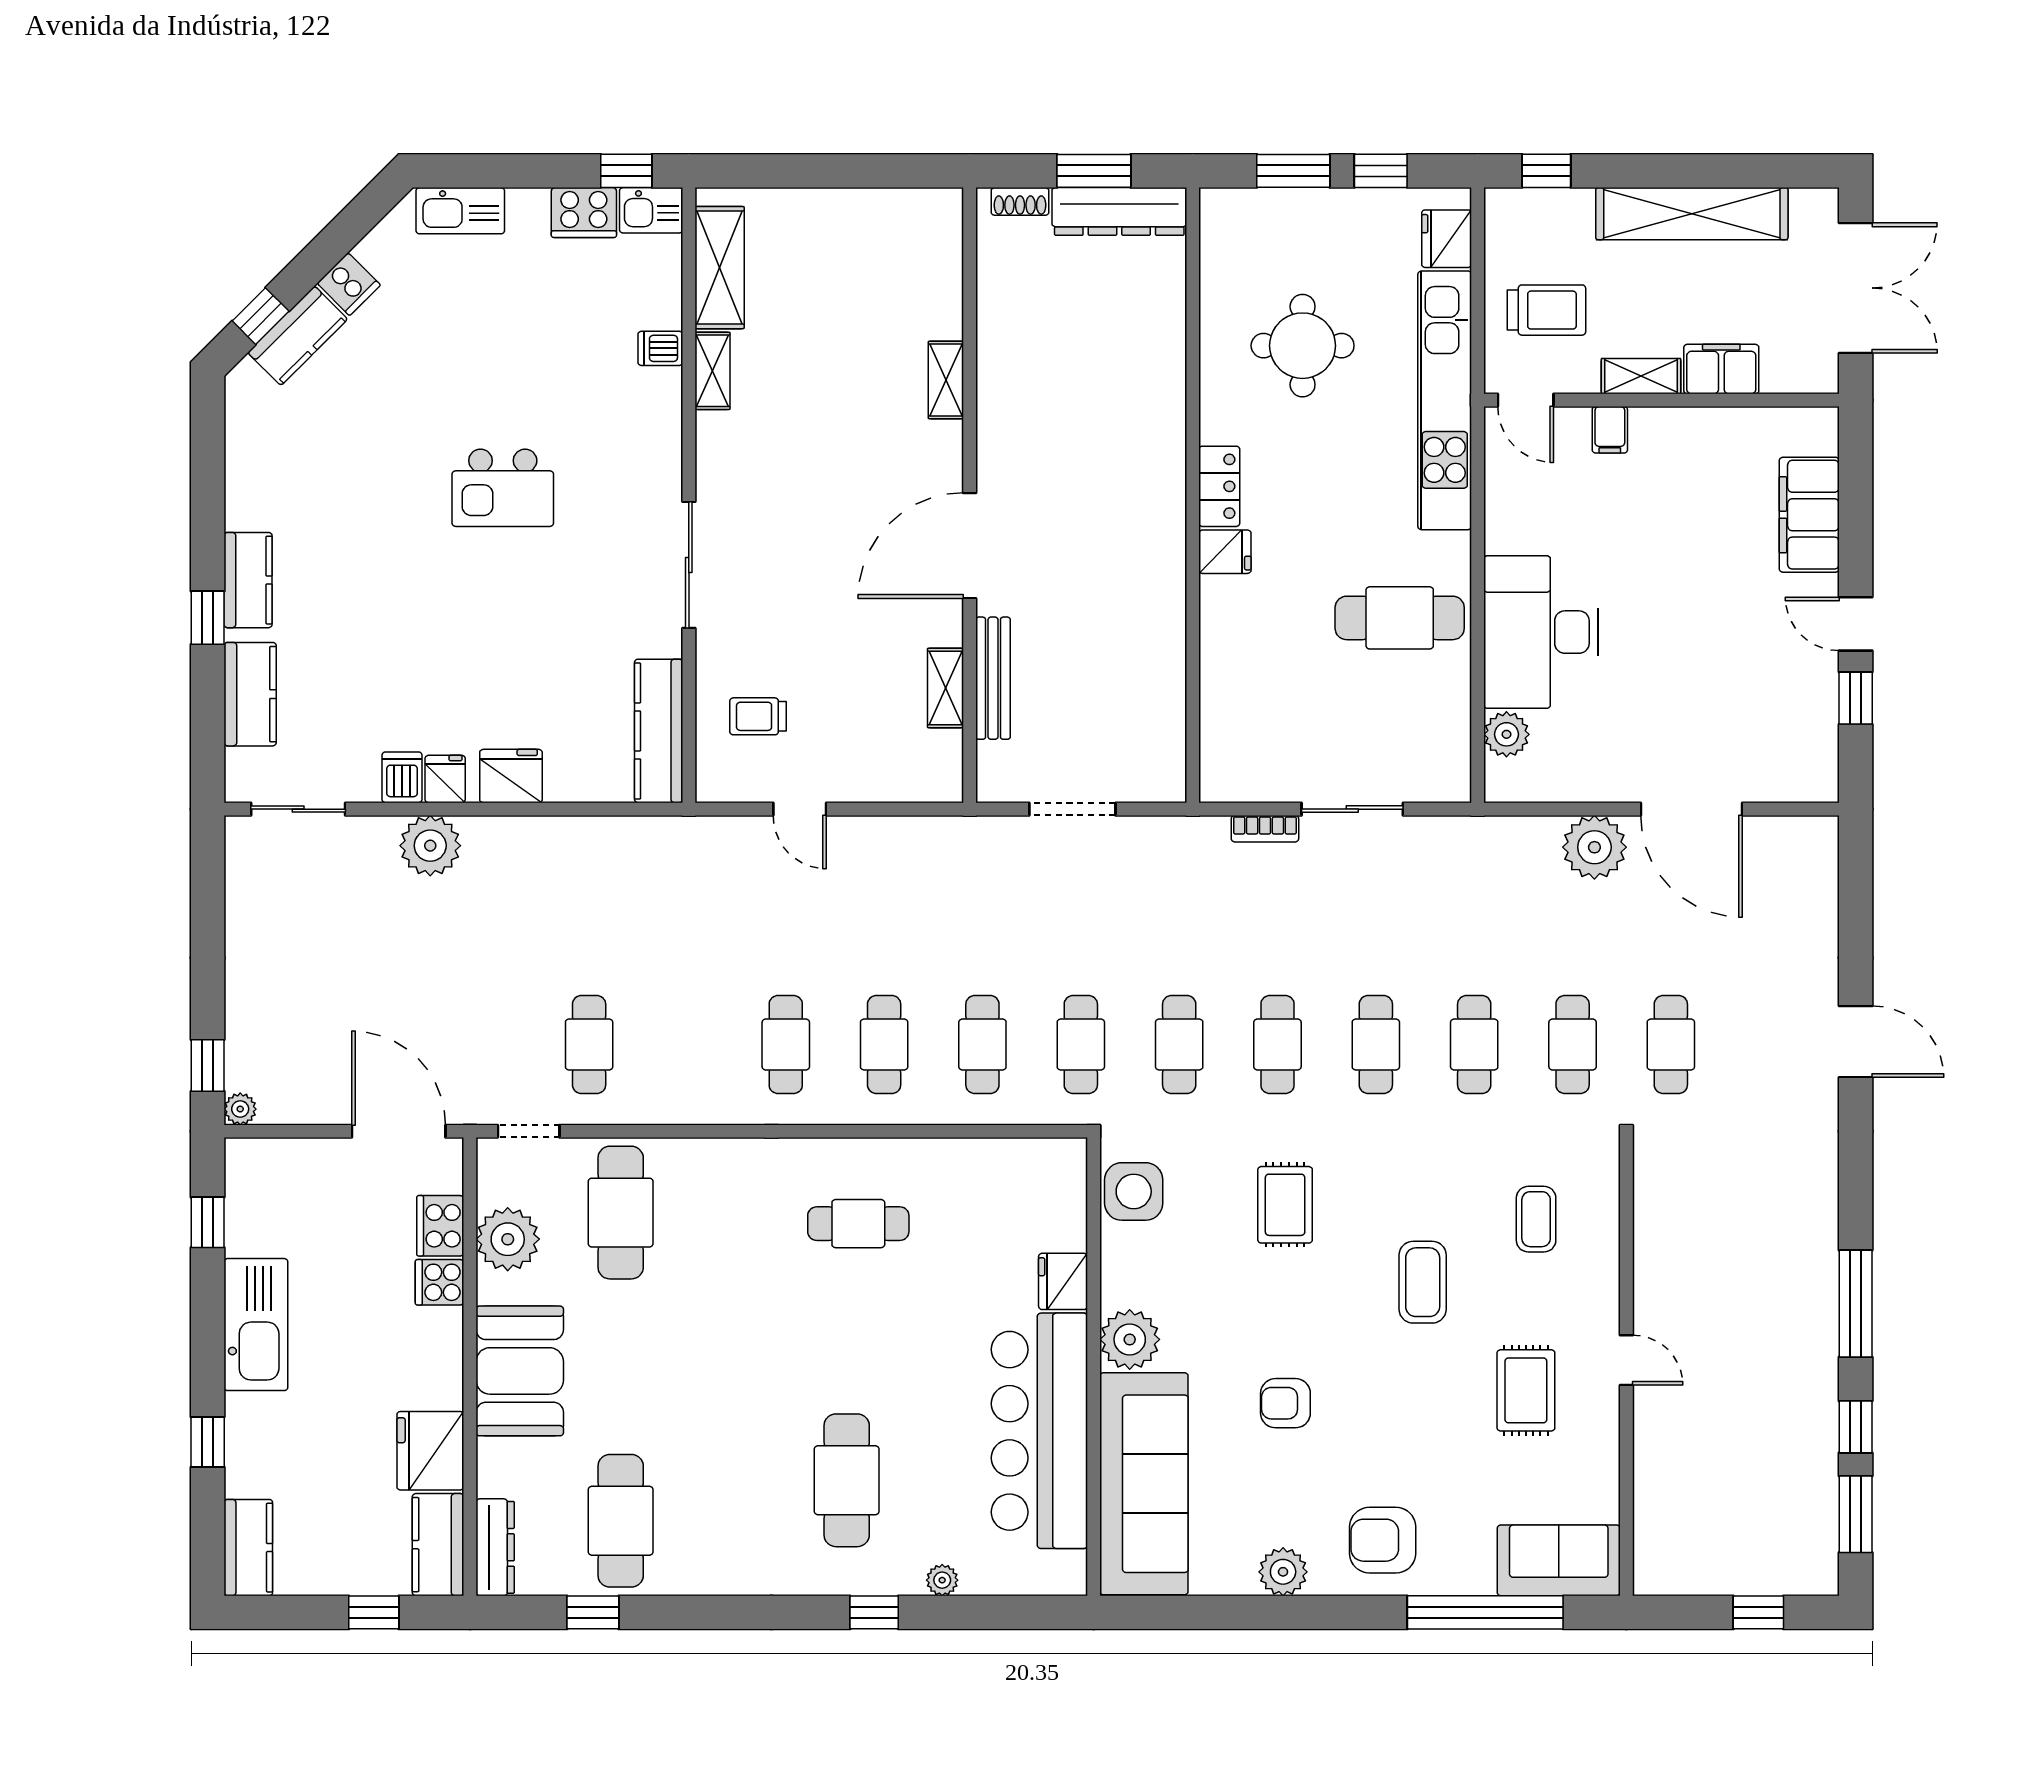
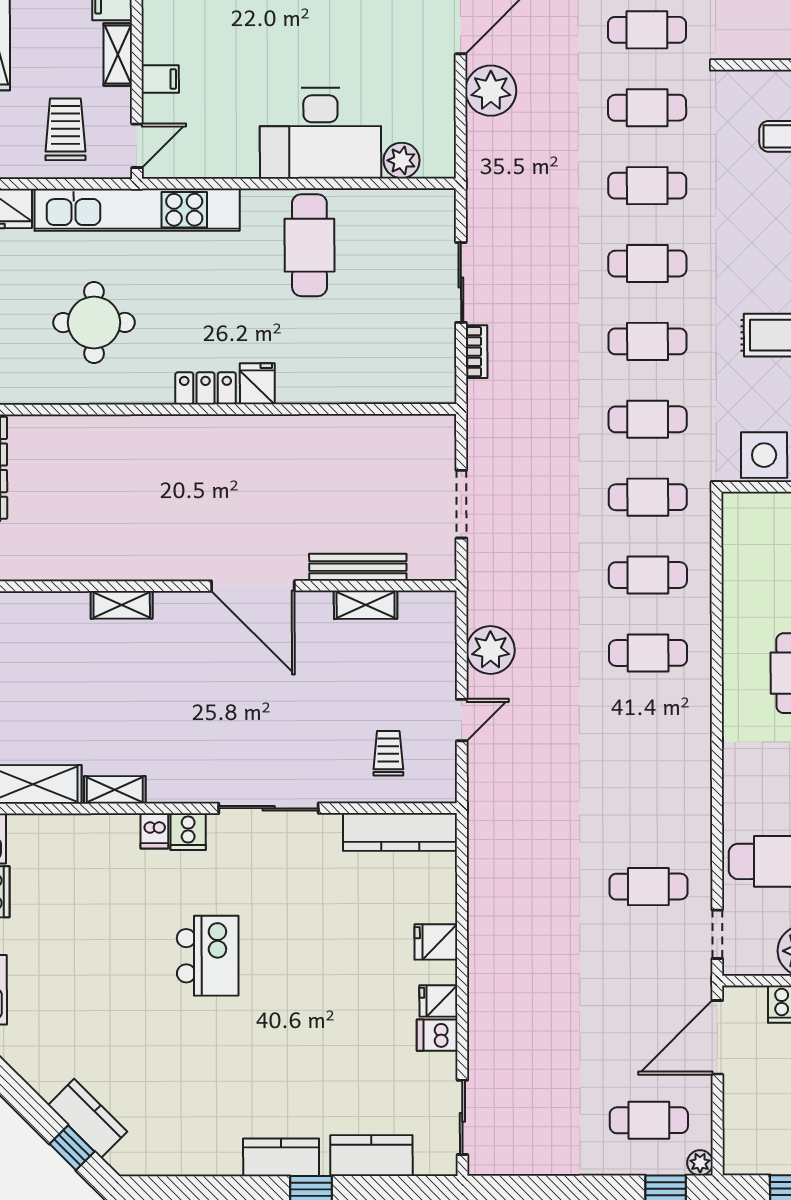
cooker: (349, 284) -> (188, 832), moved, turned 135
dishwasher: (660, 348) -> (154, 831), moved
trolley: (758, 716) -> (388, 753), turned 180
fridge: (511, 776) -> (436, 942), width x0.72
plant: (430, 846) -> (491, 650), moved
cafe table: (786, 1045) -> (649, 1120), moved

